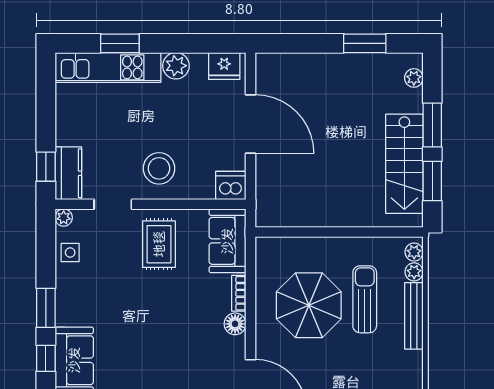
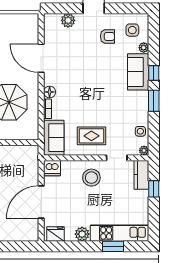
door: (251, 124) -> (41, 202), hinge flipped
window: (46, 167) -> (154, 189), moved
rug: (159, 244) -> (91, 136), turned 90

